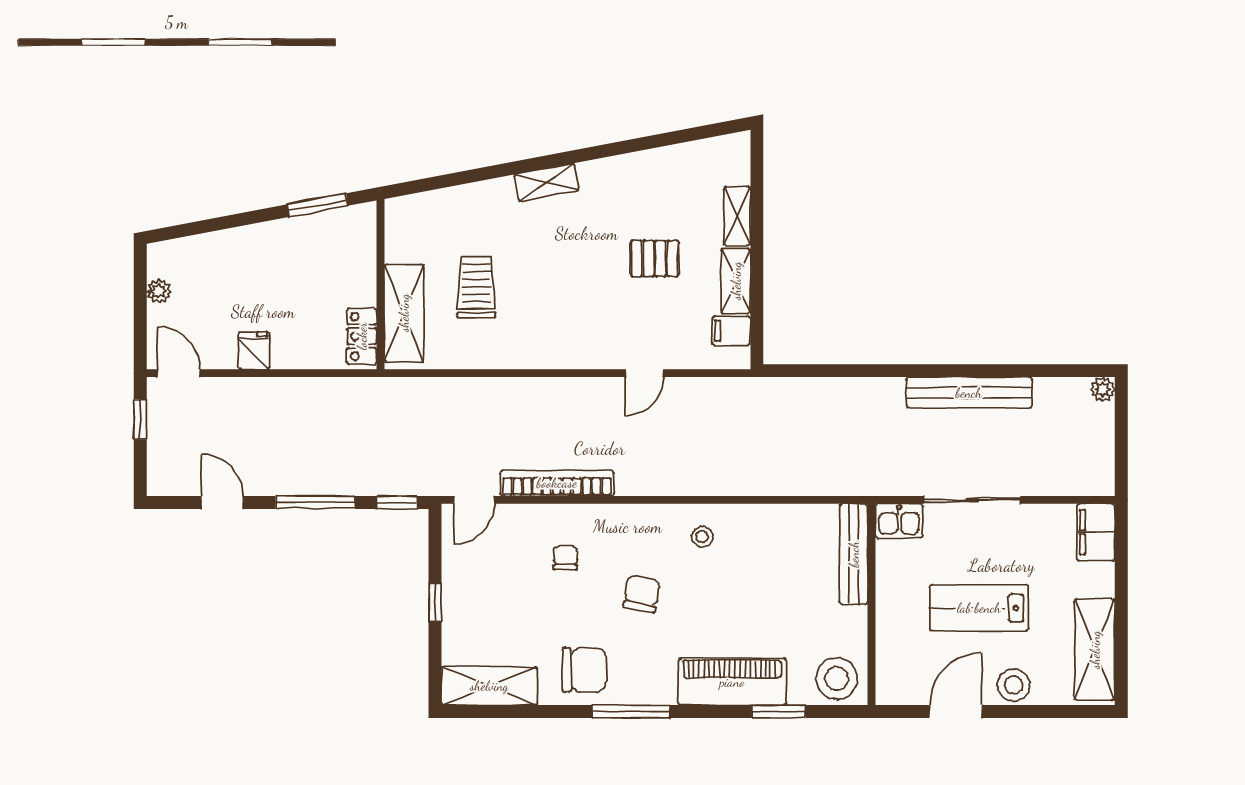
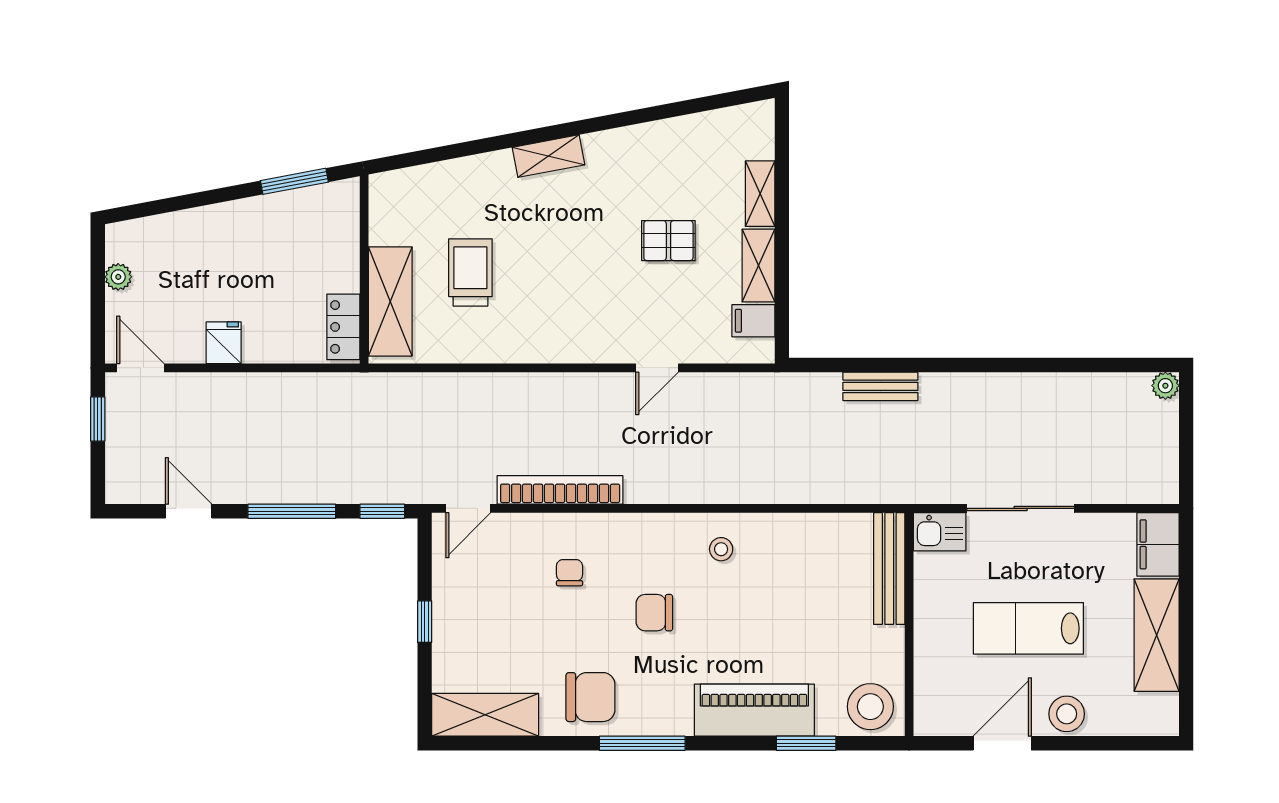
bench: (969, 393) -> (880, 386), moved, width x0.54, depth x0.82
chair: (642, 594) -> (654, 613), turned -101
shelving: (1095, 650) -> (1157, 635), moved

